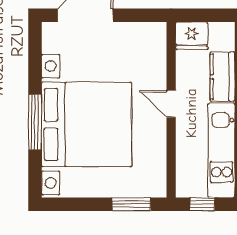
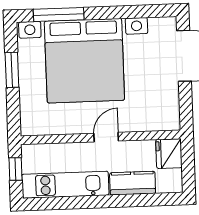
window: (35, 122) -> (59, 14), moved
window: (131, 204) -> (12, 70), moved

